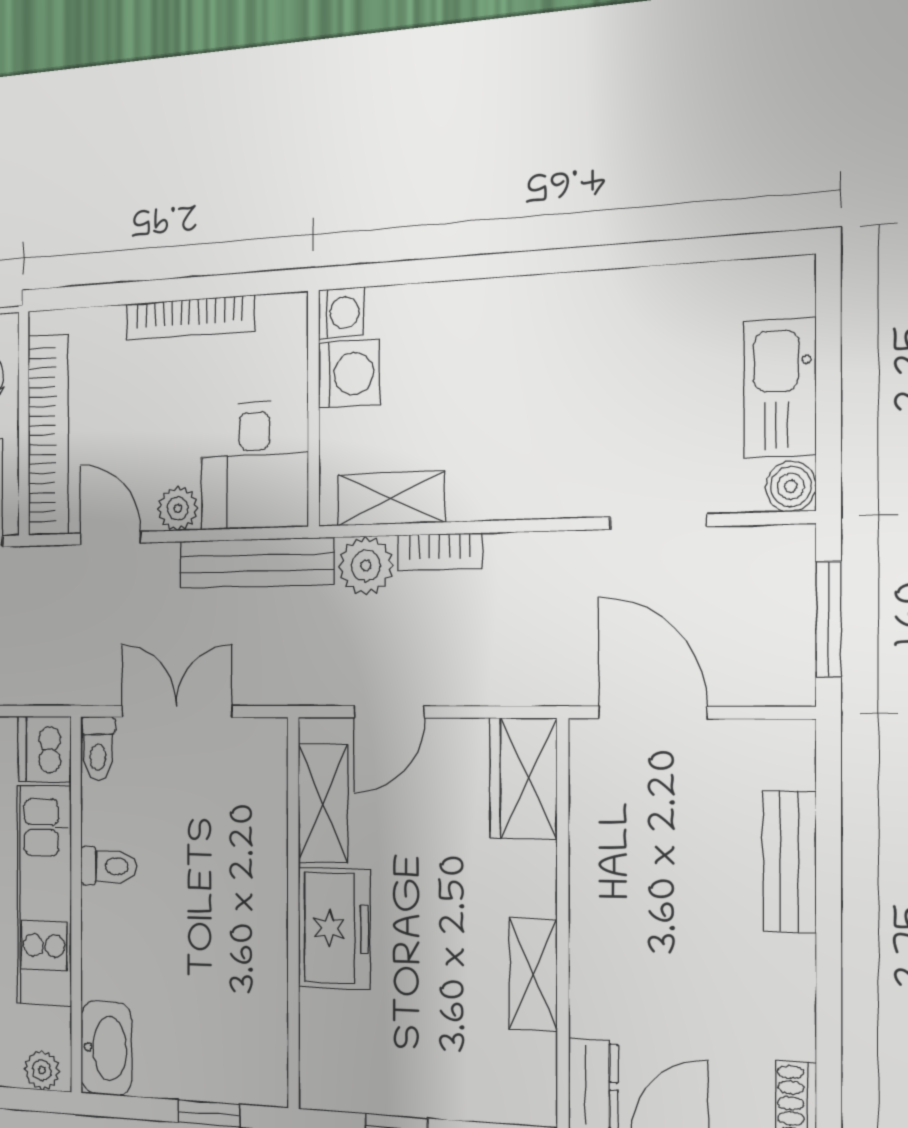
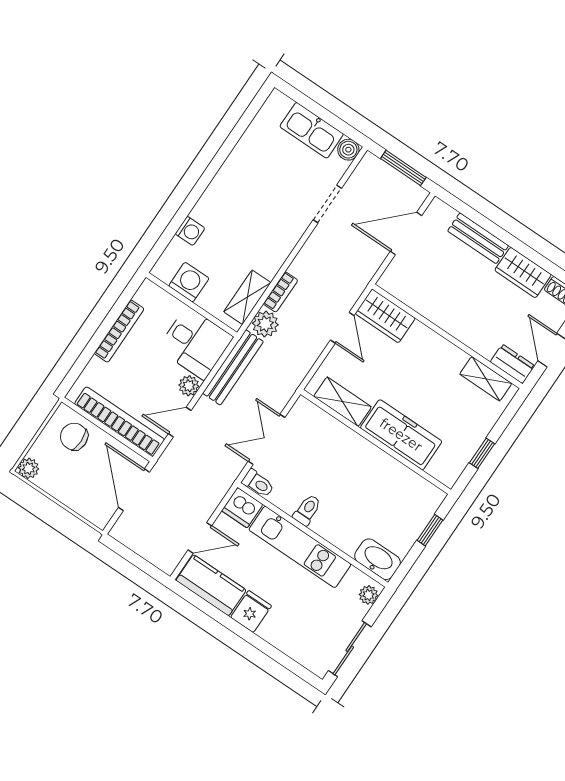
washing machine: (341, 313) -> (190, 231), moved, turned 90
door: (389, 712) -> (342, 328), moved
door: (652, 713) -> (406, 233), moved
freezer: (334, 928) -> (401, 435), width x1.40
shelving: (533, 974) -> (486, 379), moved
wardrobe: (782, 996) -> (523, 273), added

